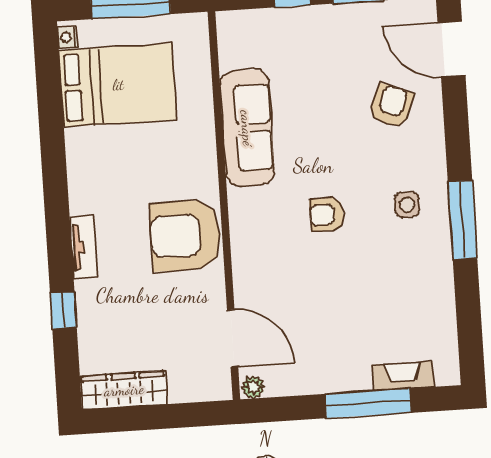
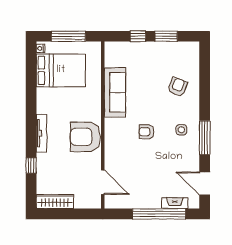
door: (451, 49) -> (205, 184), moved
tv unit: (83, 247) -> (41, 133), width x1.41
plant: (253, 387) -> (110, 204), removed
window: (368, 403) -> (159, 214), width x1.46

